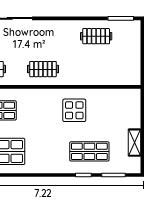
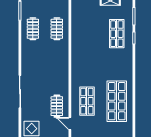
clothes rail: (43, 69) -> (57, 29), moved
display table: (74, 110) -> (87, 45), removed

